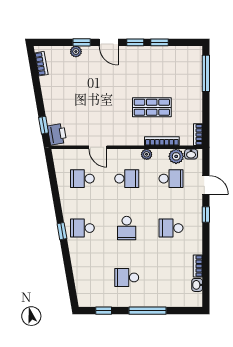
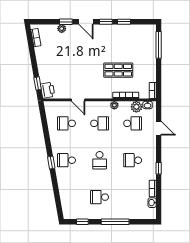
window: (206, 214) -> (159, 168), moved

